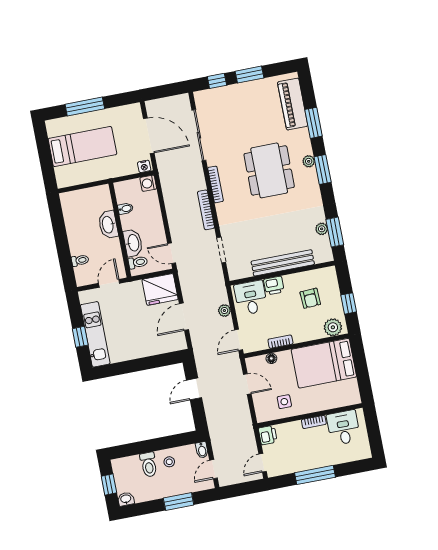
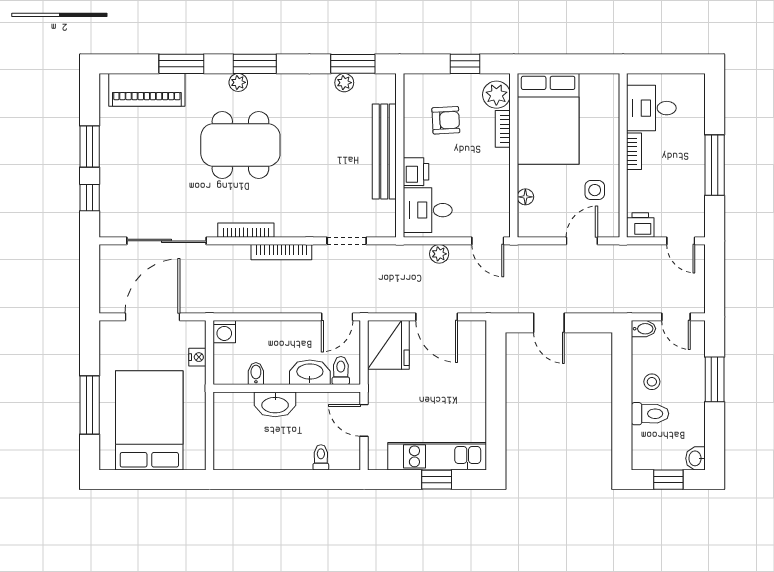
bed: (82, 147) -> (149, 420), width x1.50
nightstand: (144, 166) -> (197, 357), moved
bookcase: (280, 342) -> (503, 129), moved
door: (247, 384) -> (582, 241), moved

